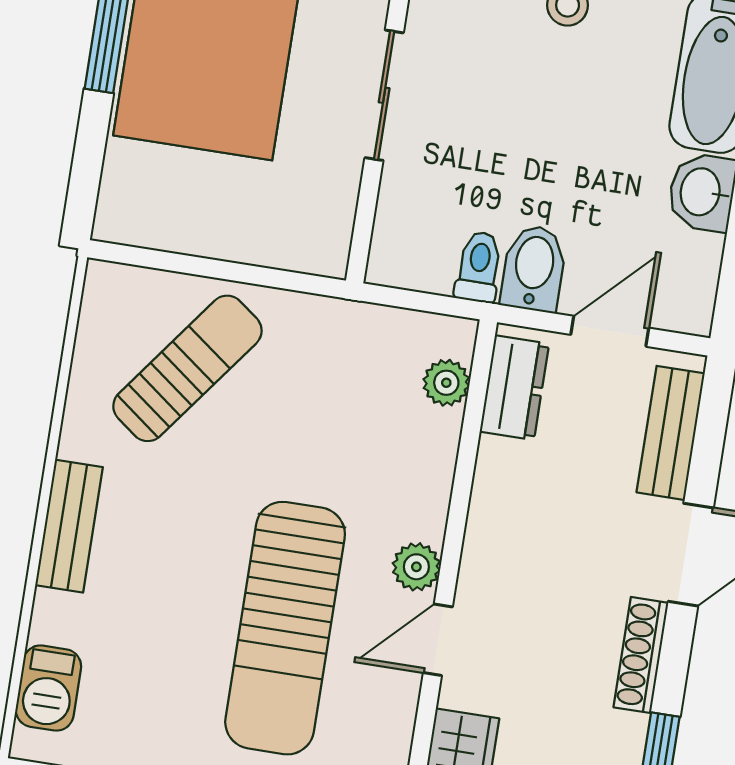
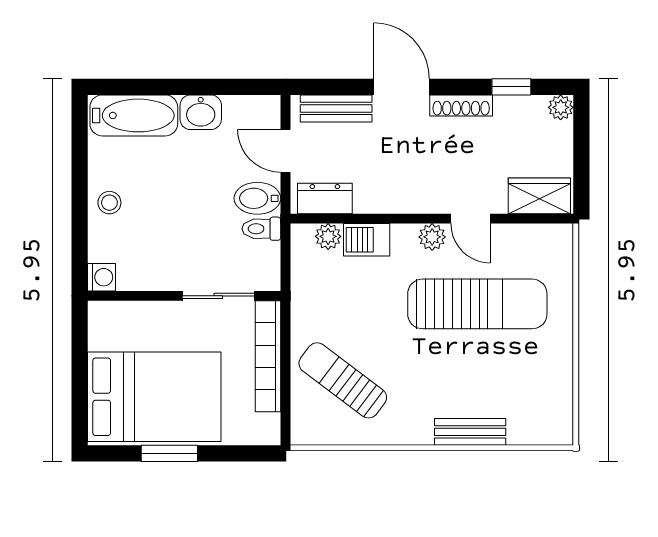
sliding door: (384, 95) -> (218, 296), moved
bookcase: (251, 243) -> (268, 356), added
bench: (69, 526) -> (470, 432), moved
barbecue: (48, 688) -> (367, 240), moved, turned 180

